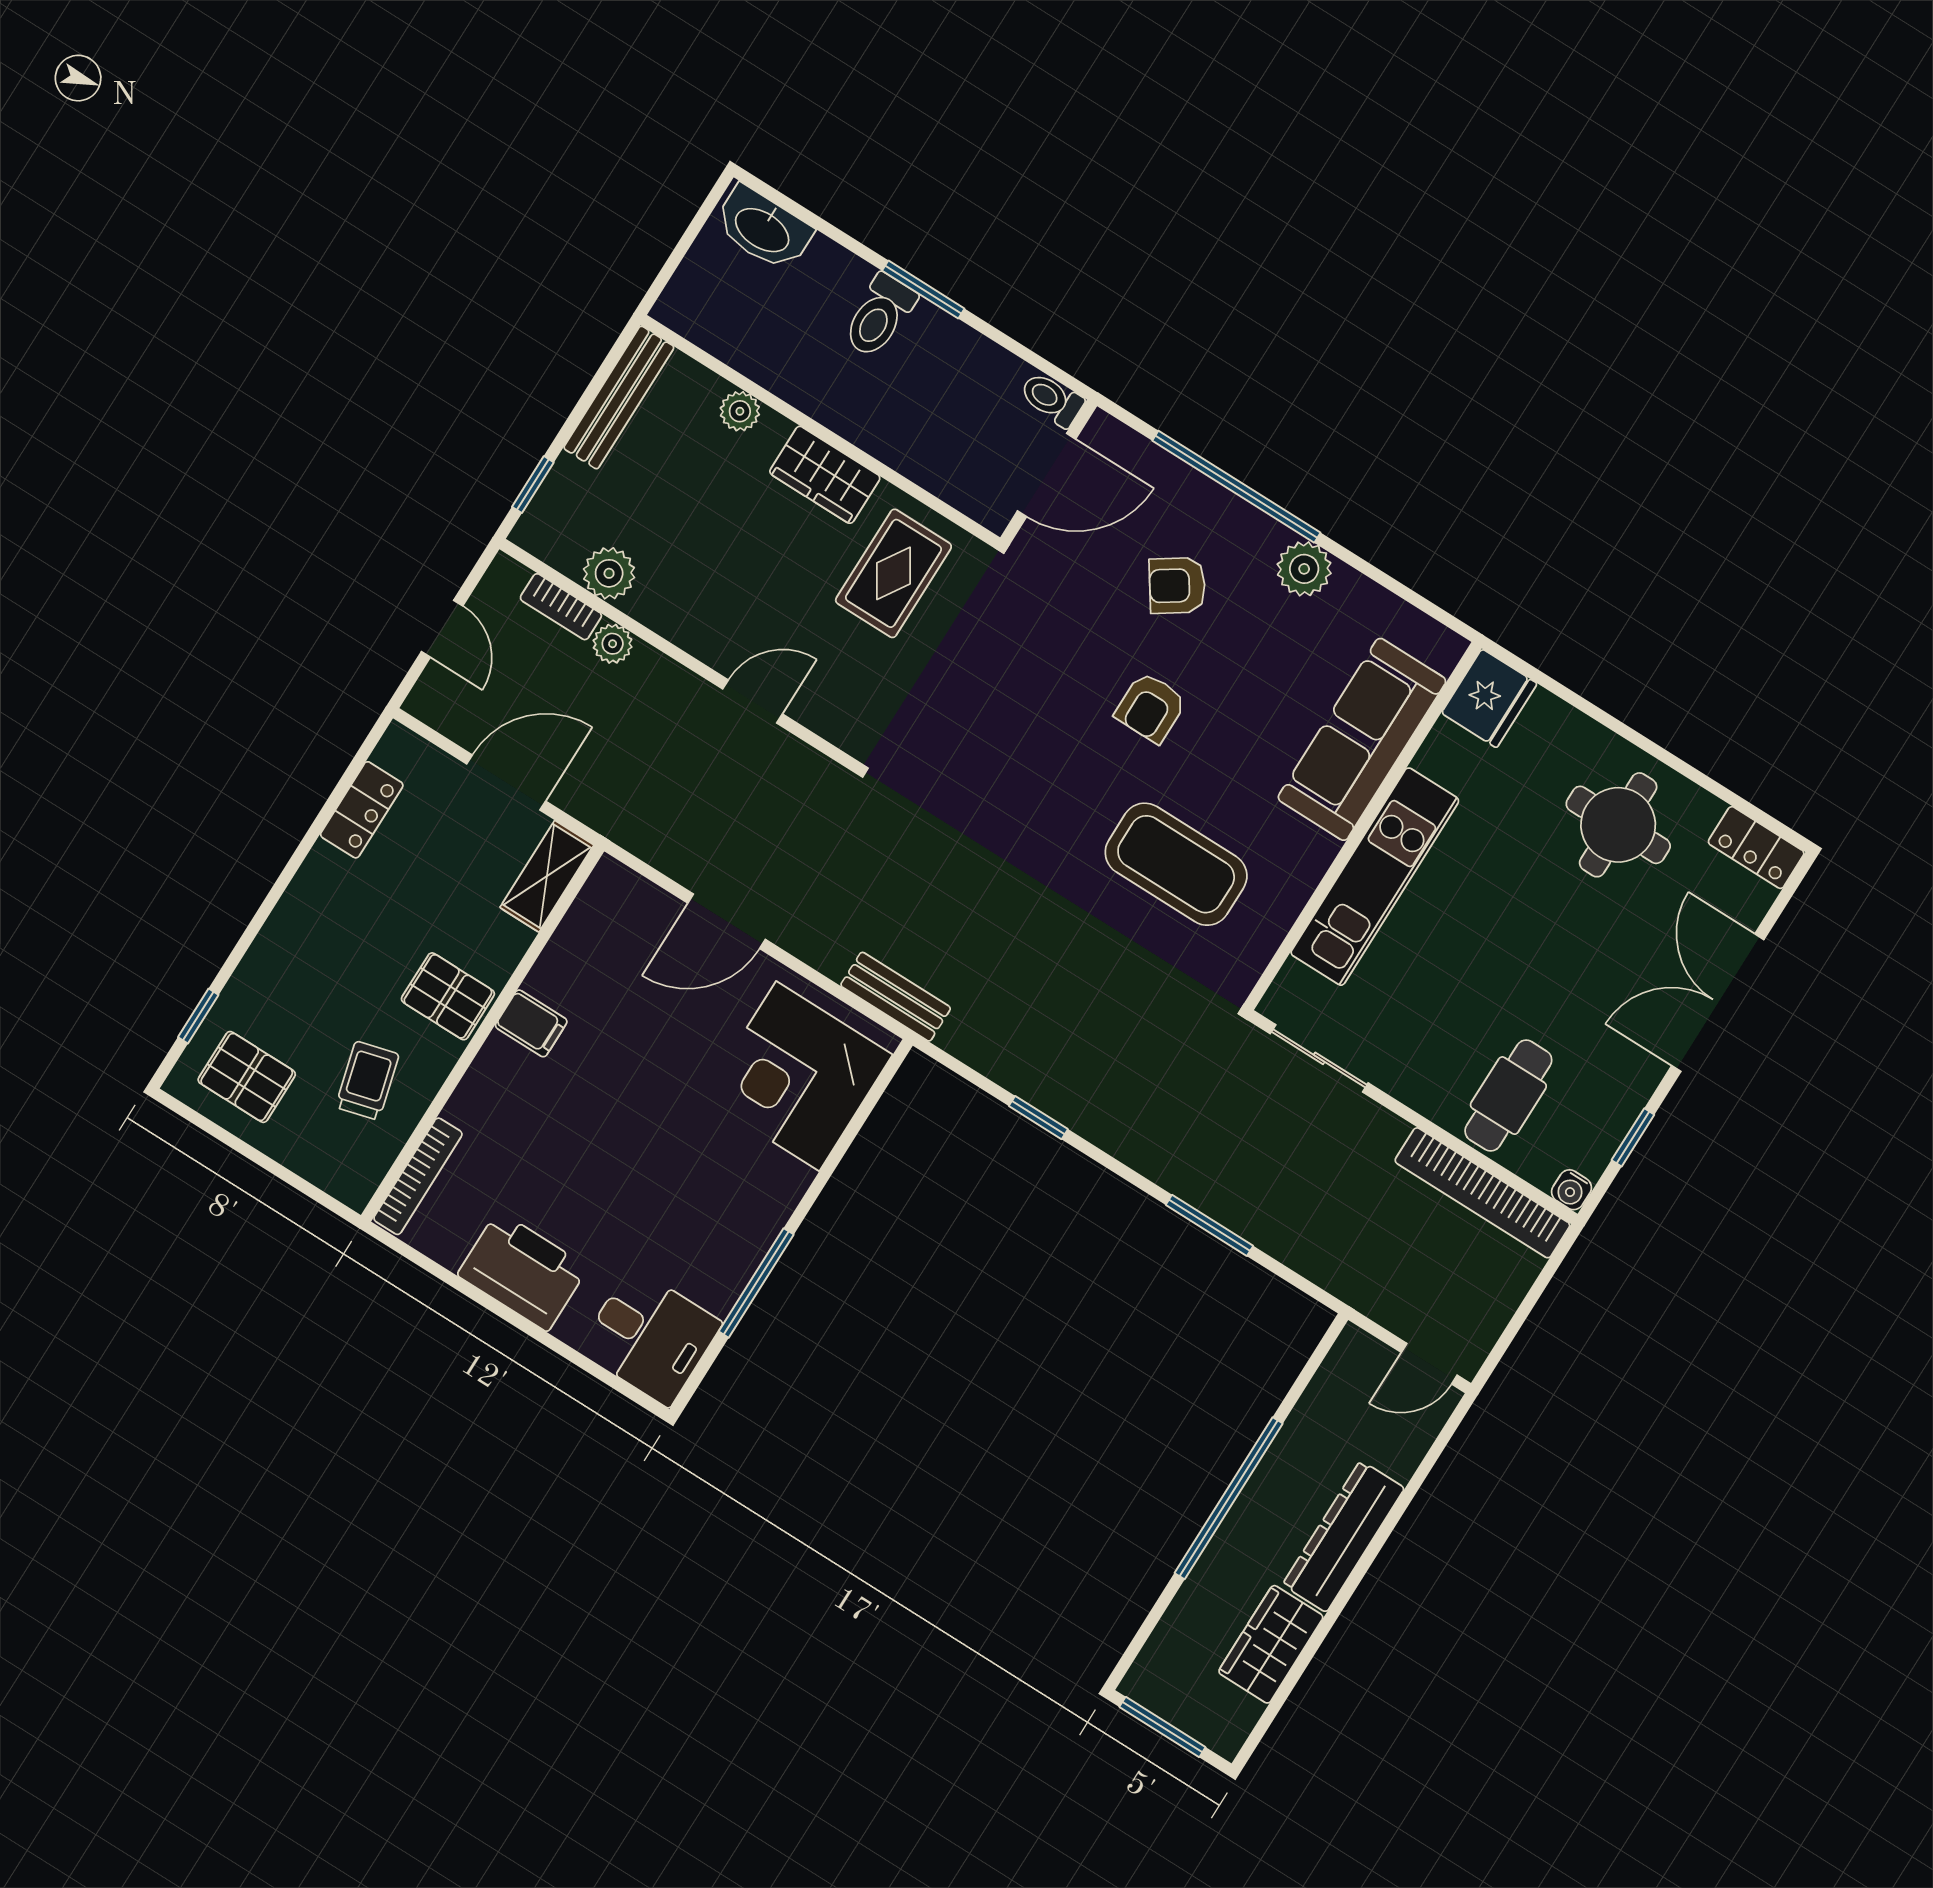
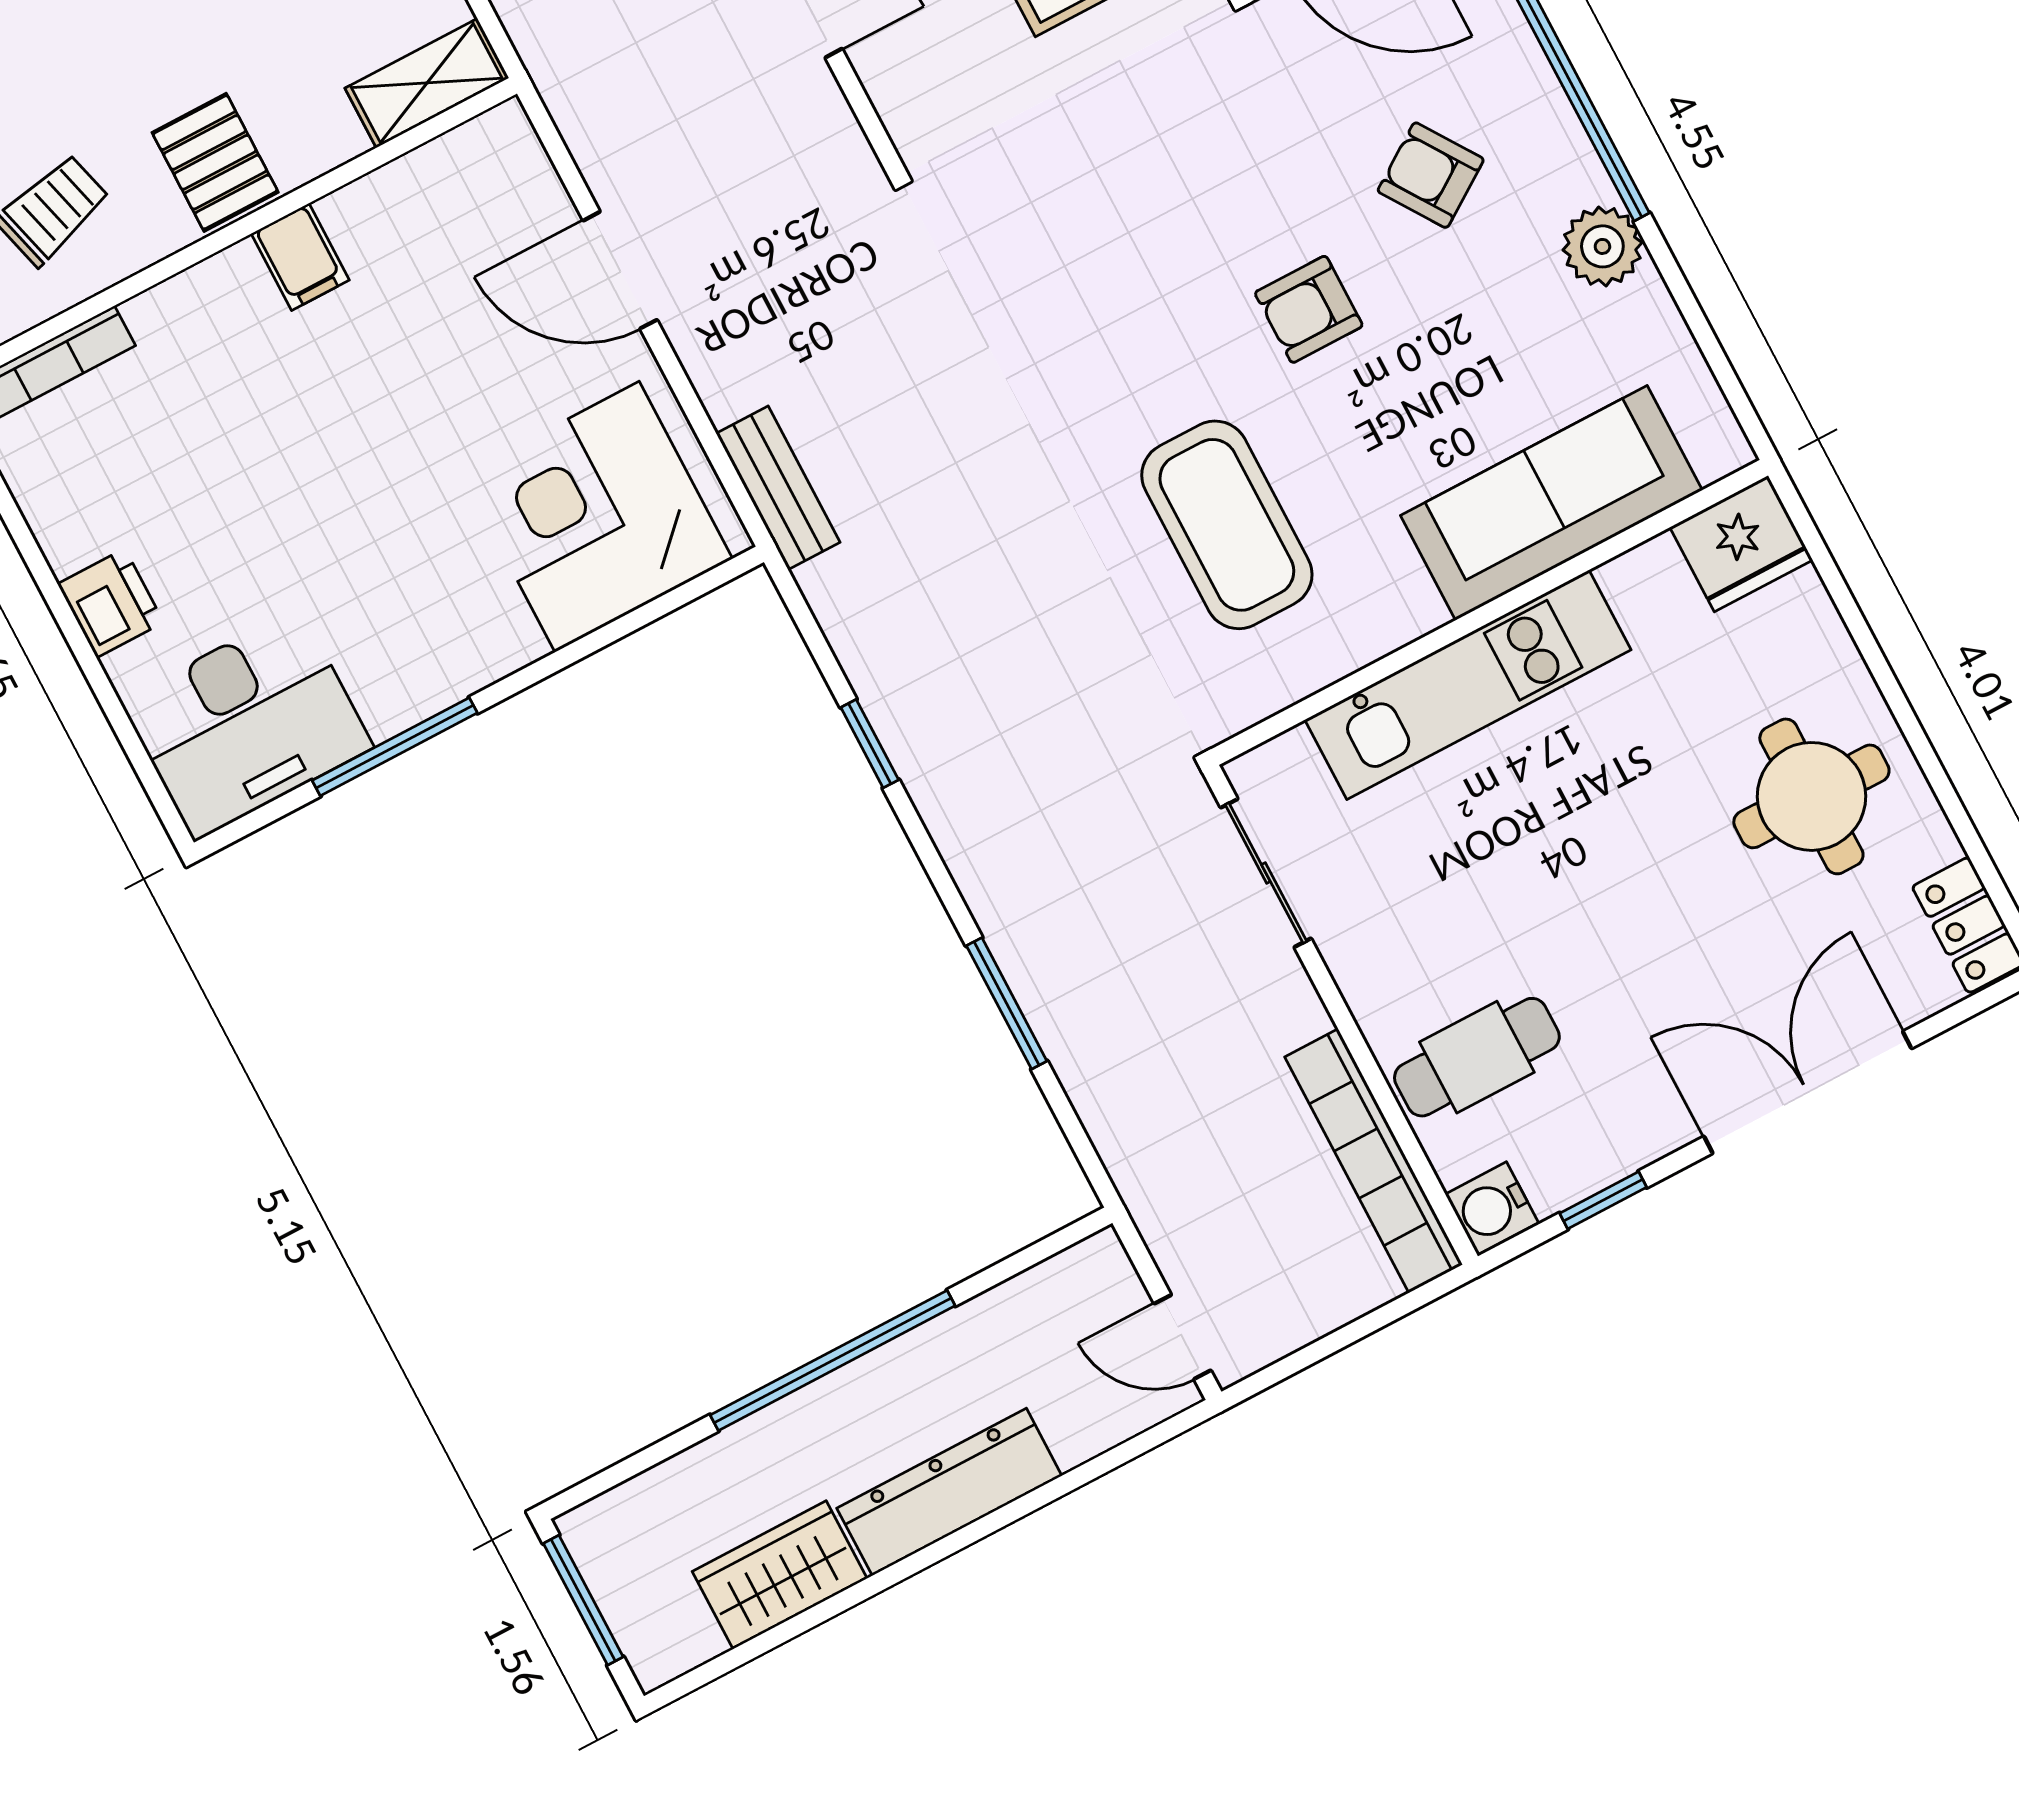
water cooler: (1571, 1190) -> (1492, 1208), width x1.38, depth x1.38
printer: (523, 1271) -> (111, 603), width x0.53, depth x0.68
desk: (650, 1337) -> (247, 724), width x1.37

